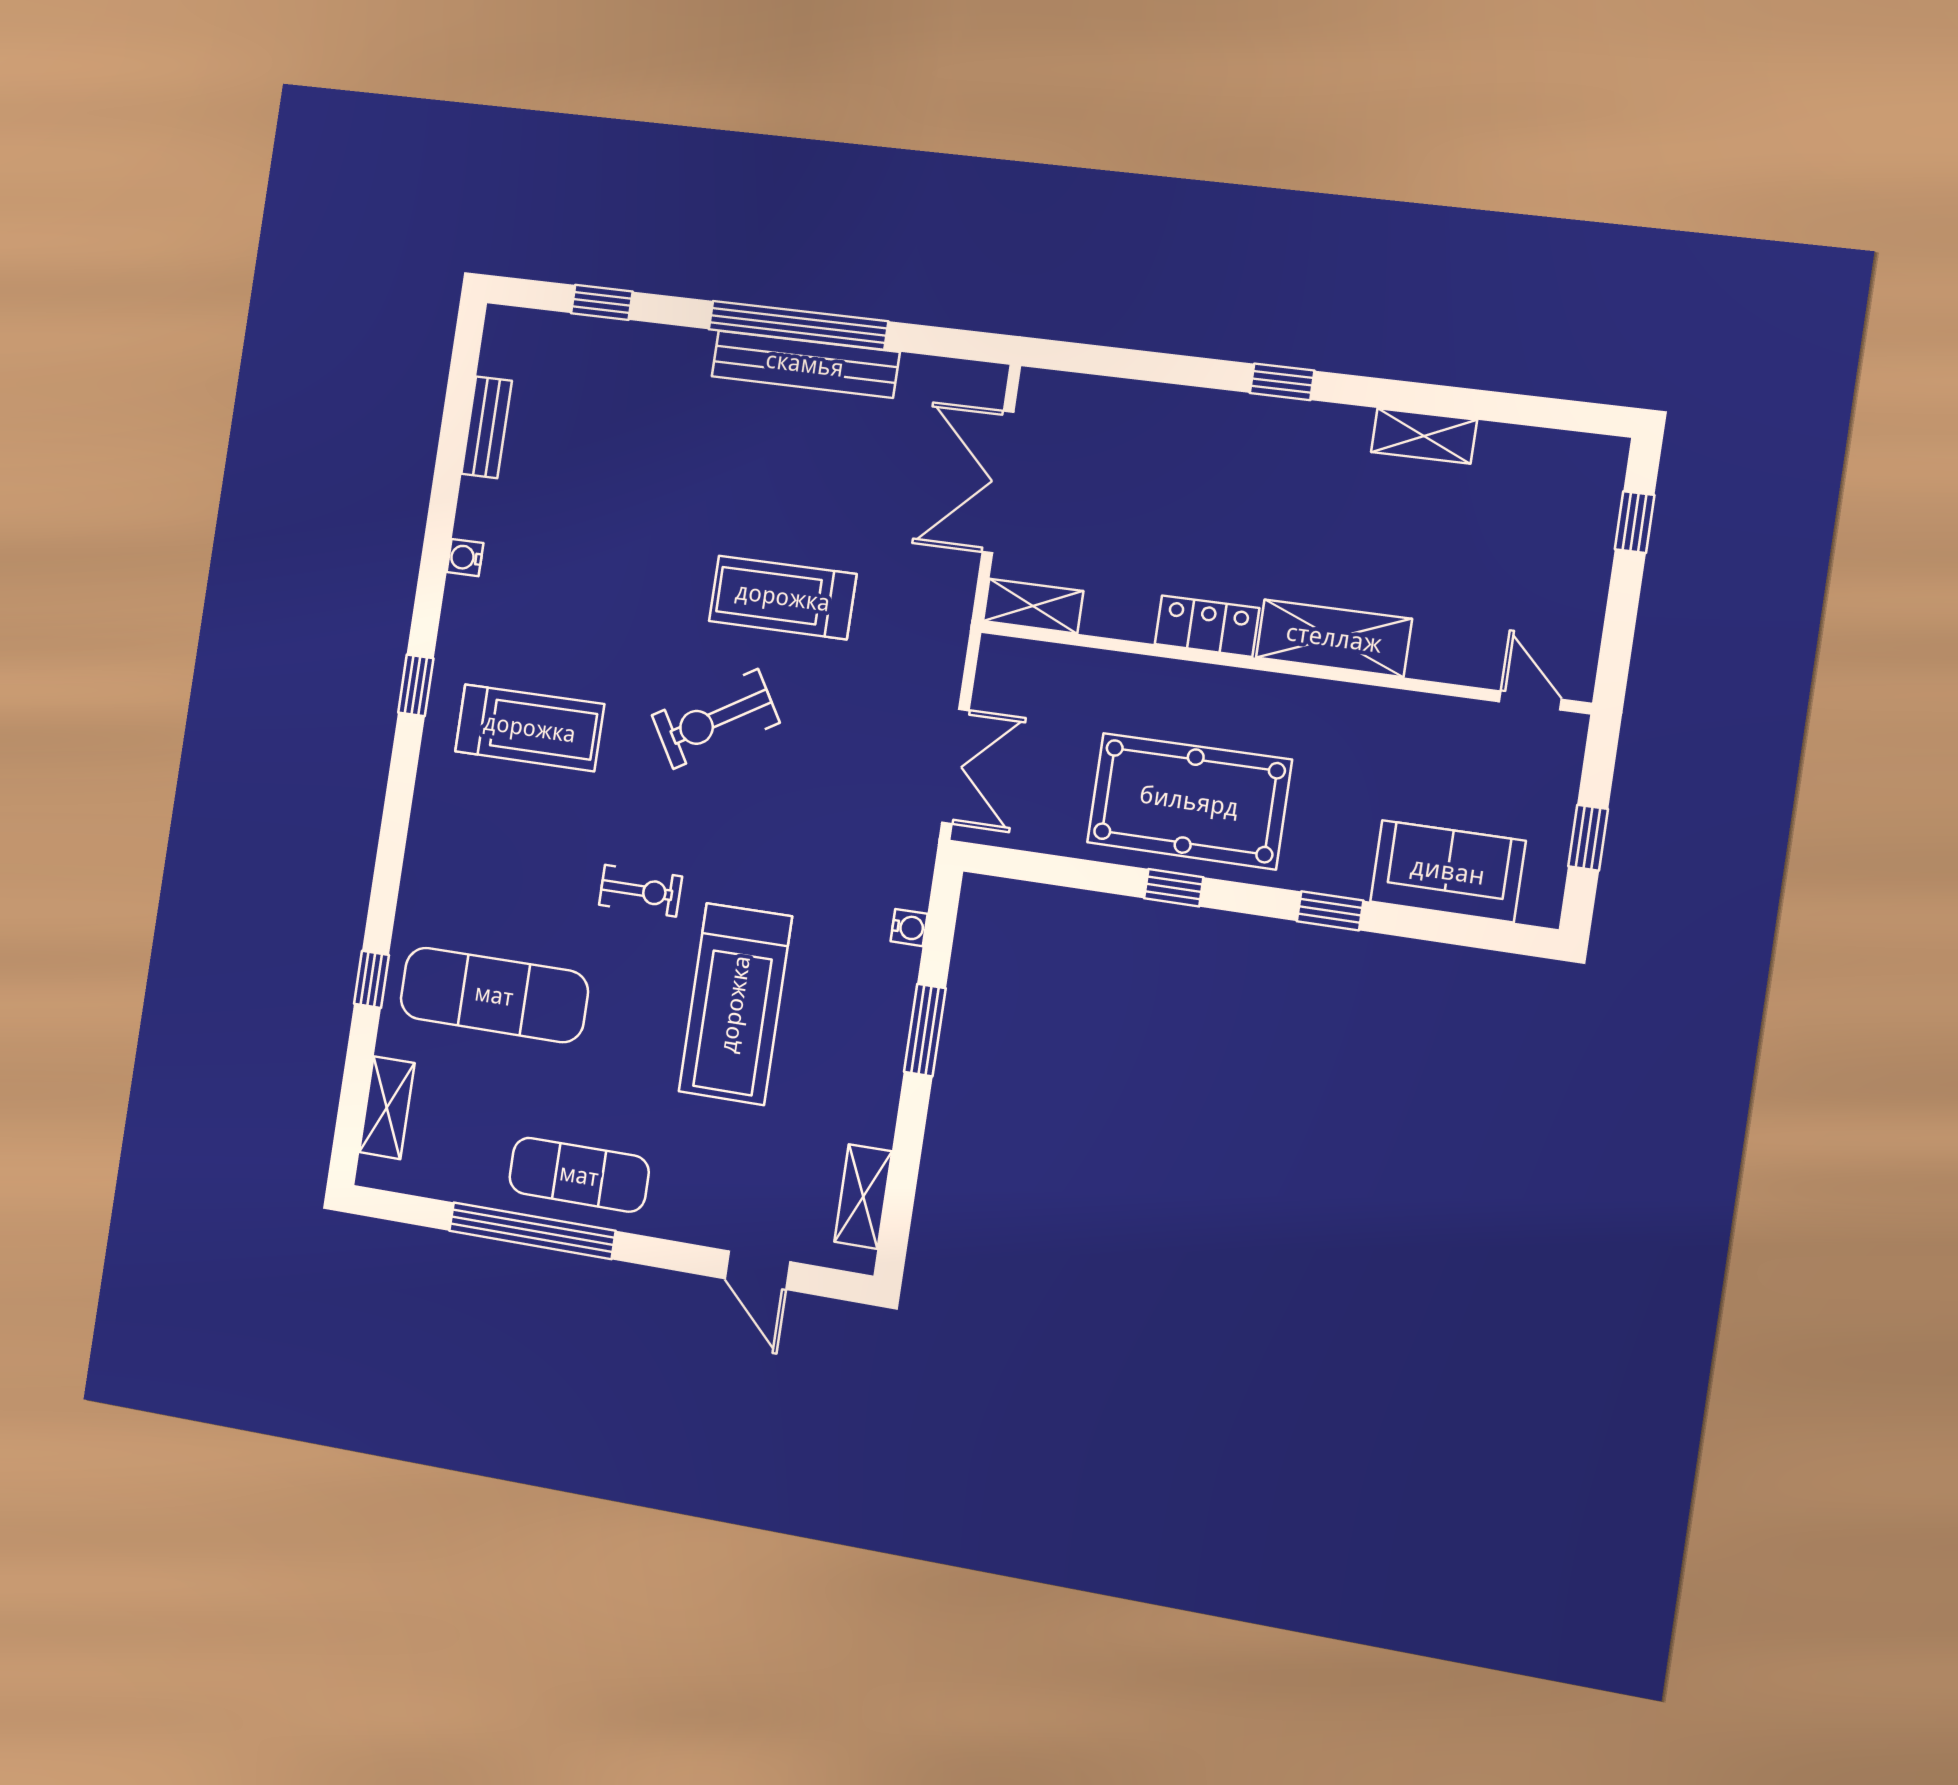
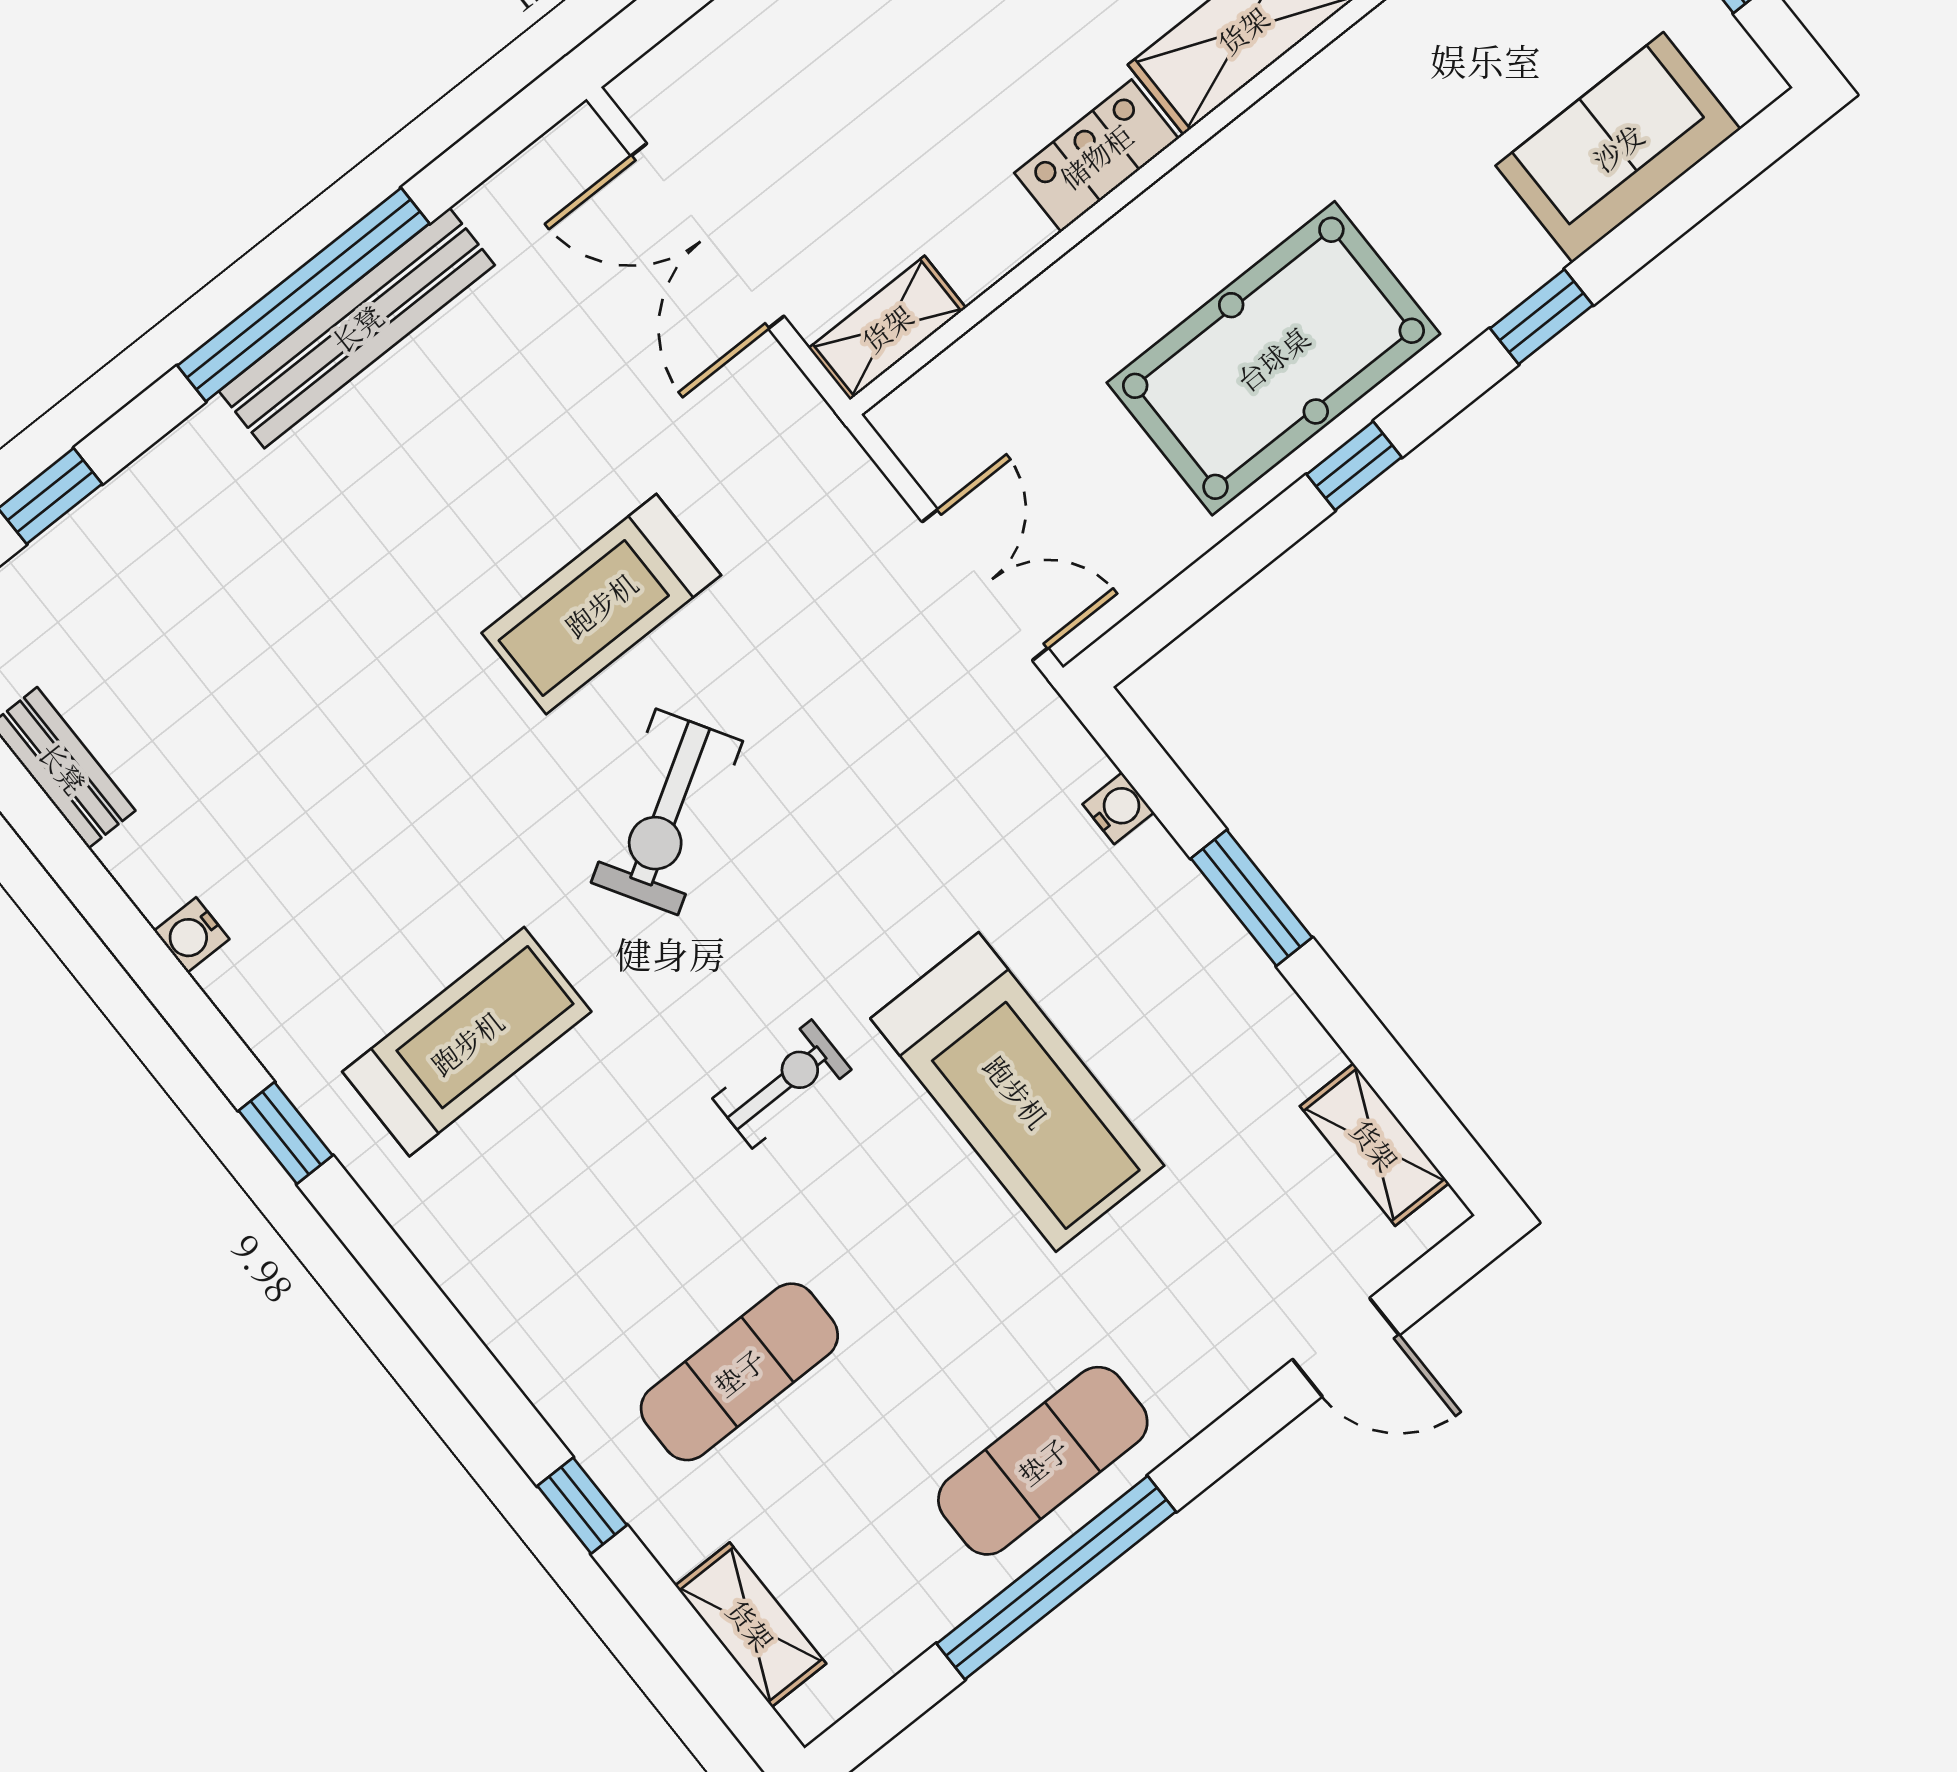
exercise mat: (494, 995) -> (739, 1372), width x0.73, depth x0.69

